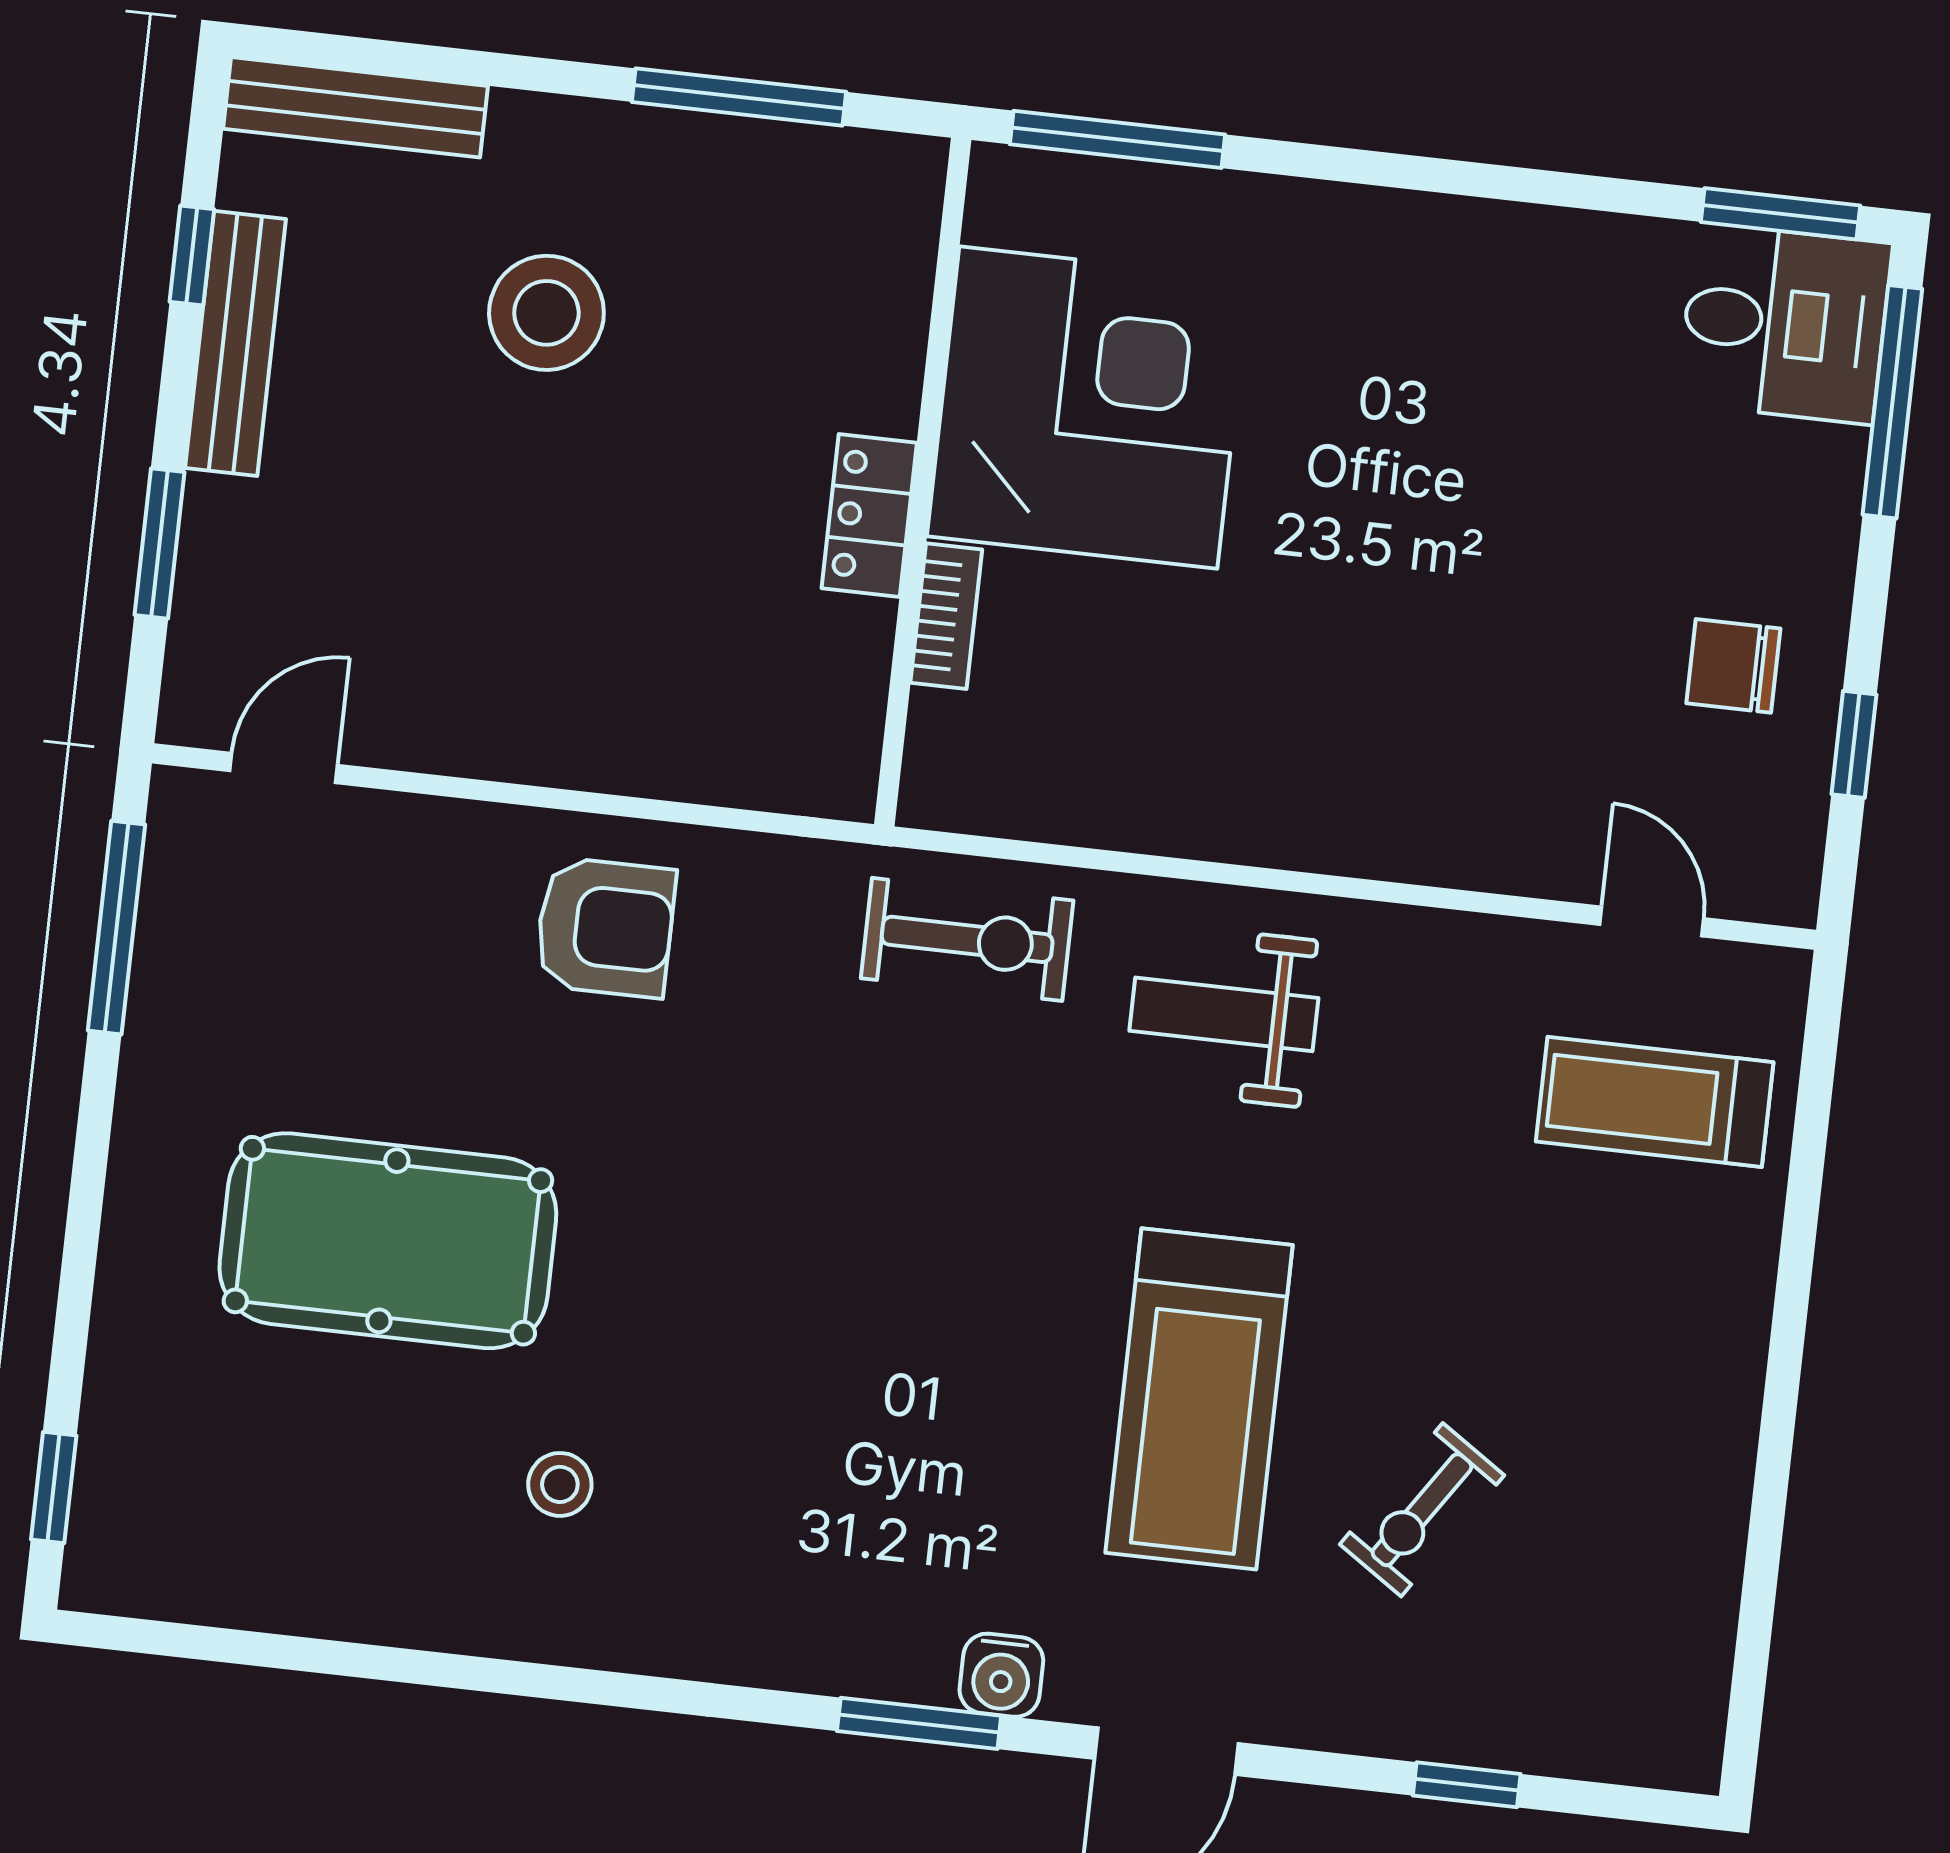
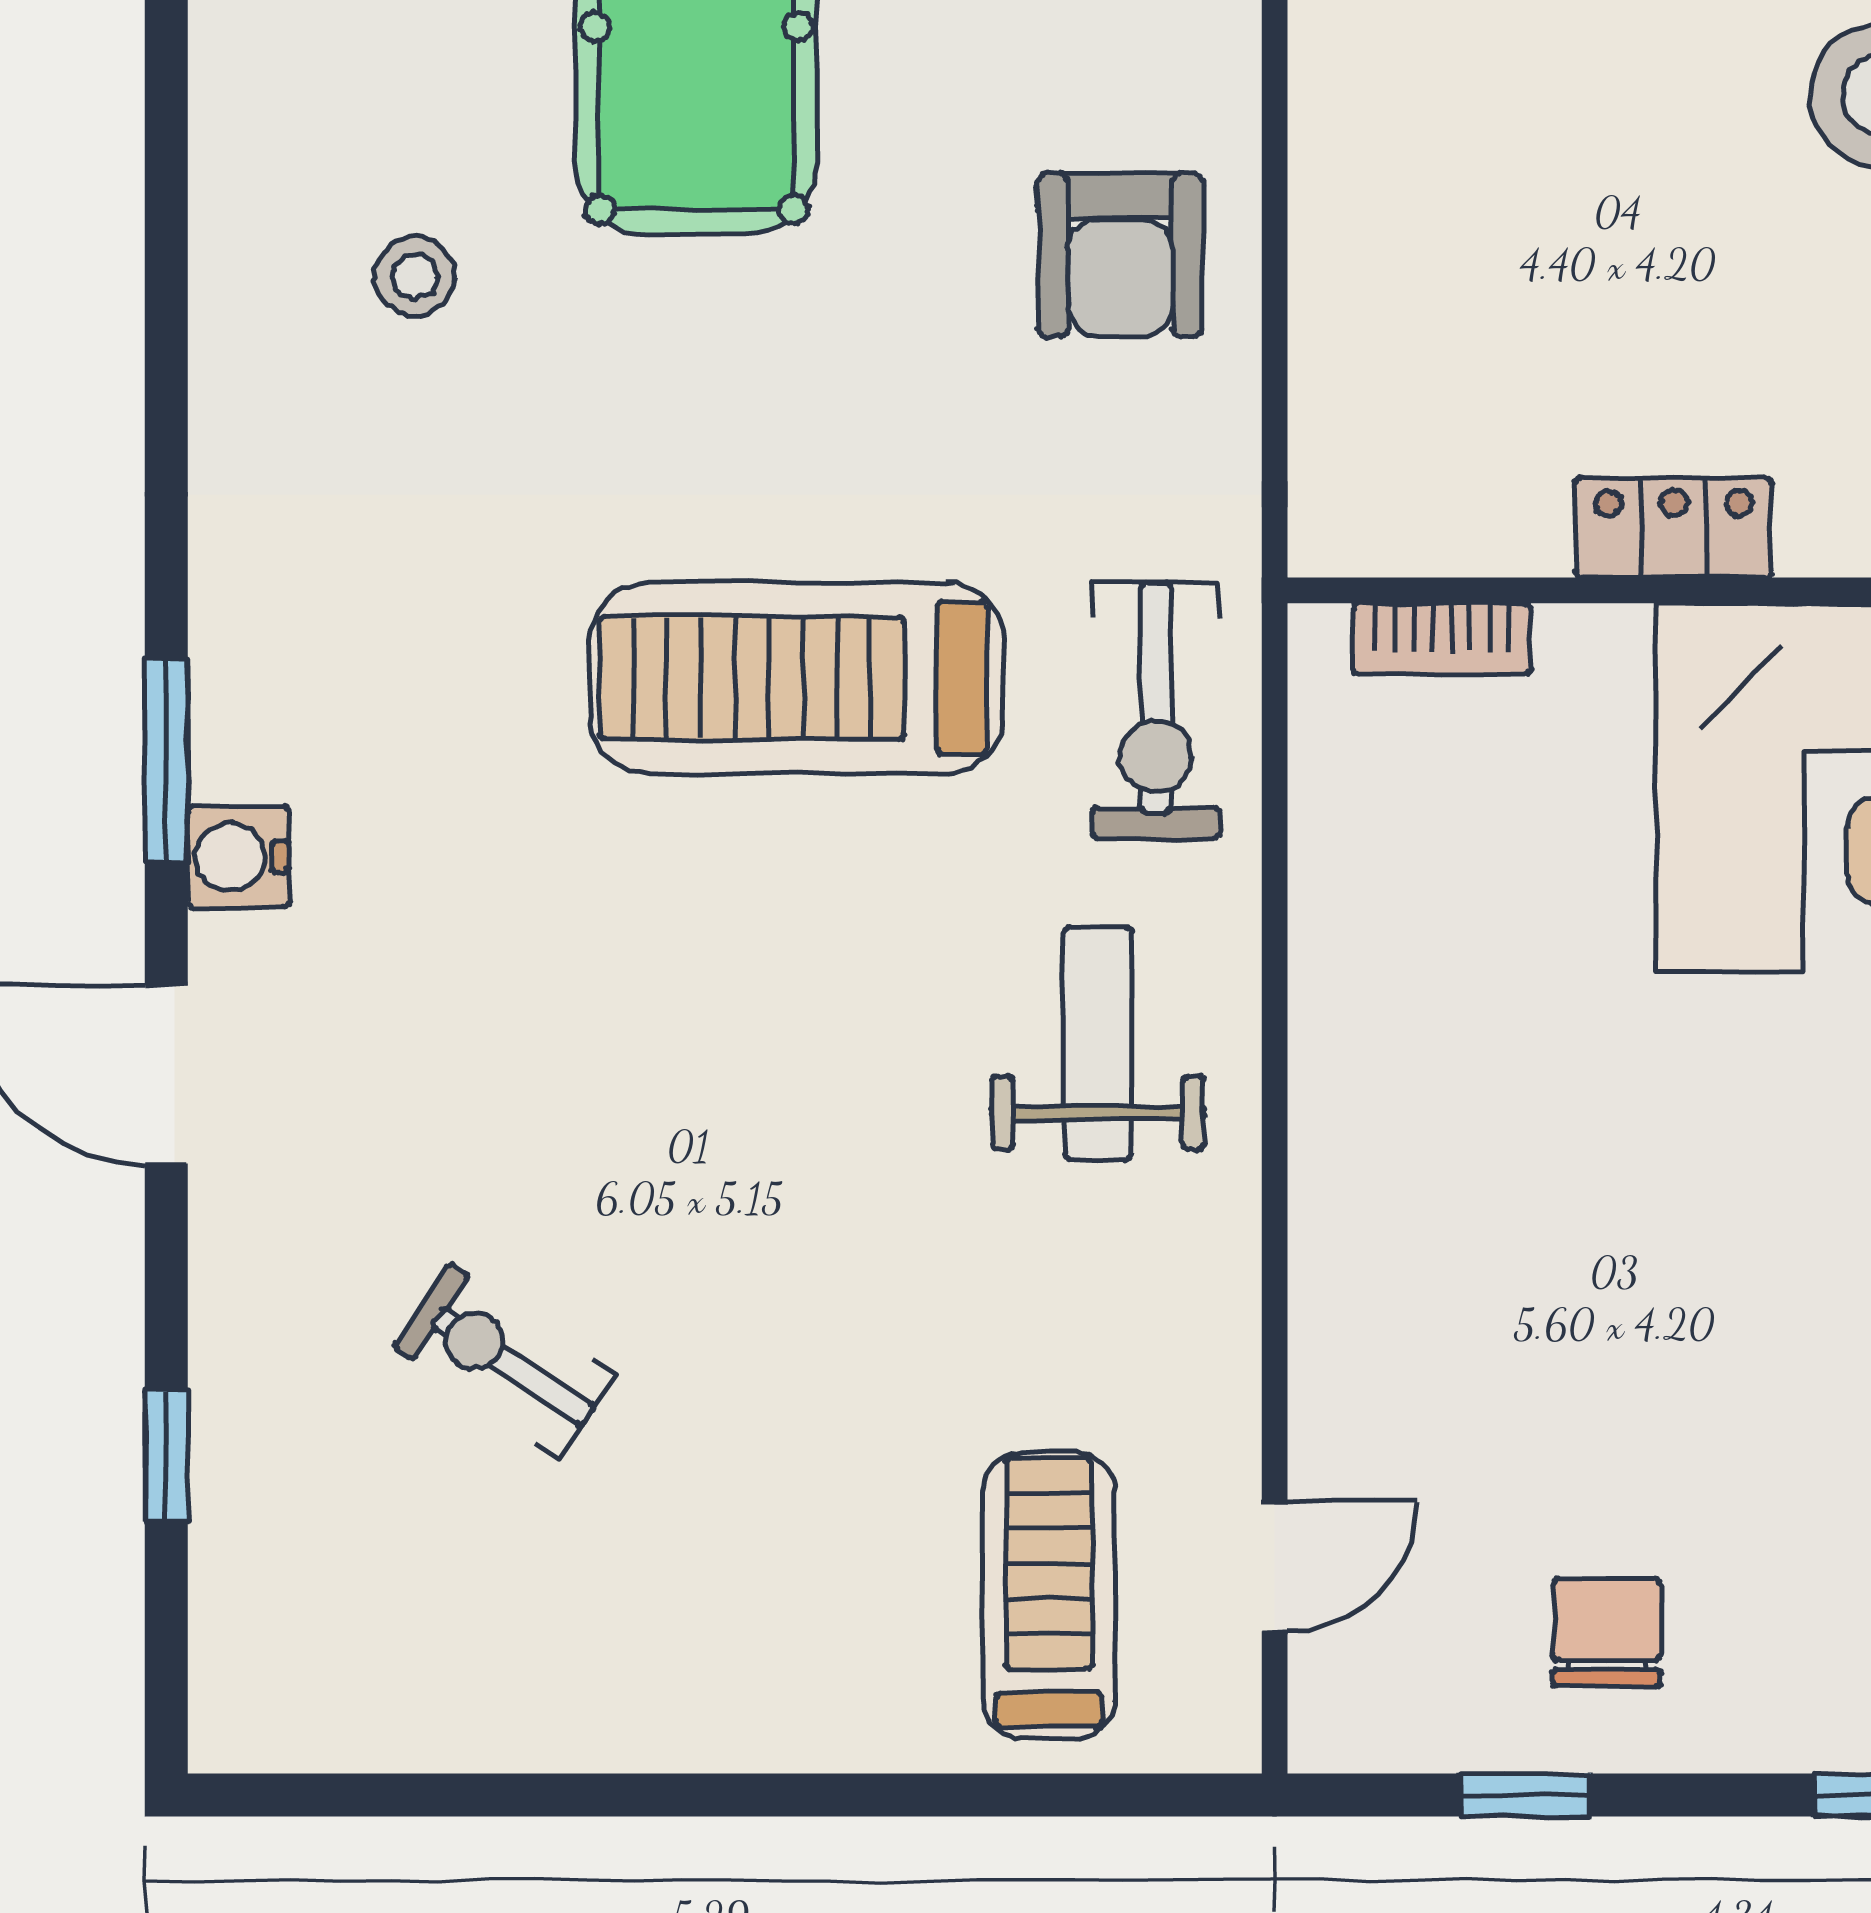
bookcase: (946, 616) -> (1442, 639), moved
treadmill: (1199, 1399) -> (797, 678), moved

